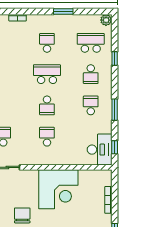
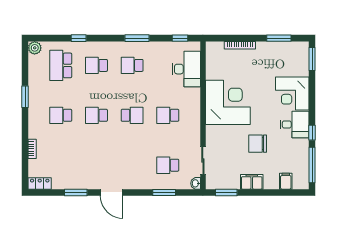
school desk: (47, 74) -> (96, 115), width x0.54
school desk: (91, 74) -> (96, 65), turned 180
desk: (100, 150) -> (186, 69), moved, turned 90

